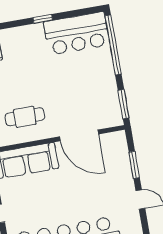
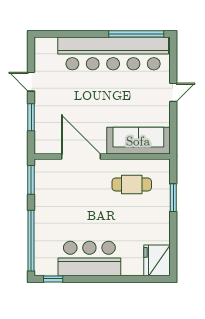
window: (43, 19) -> (53, 279), moved
bar counter: (77, 33) -> (89, 258), moved

